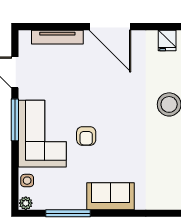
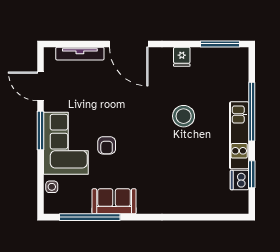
sofa: (110, 196) -> (114, 201), moved
plant: (26, 203) -> (50, 208), removed
window: (68, 213) -> (90, 217), width x1.46

